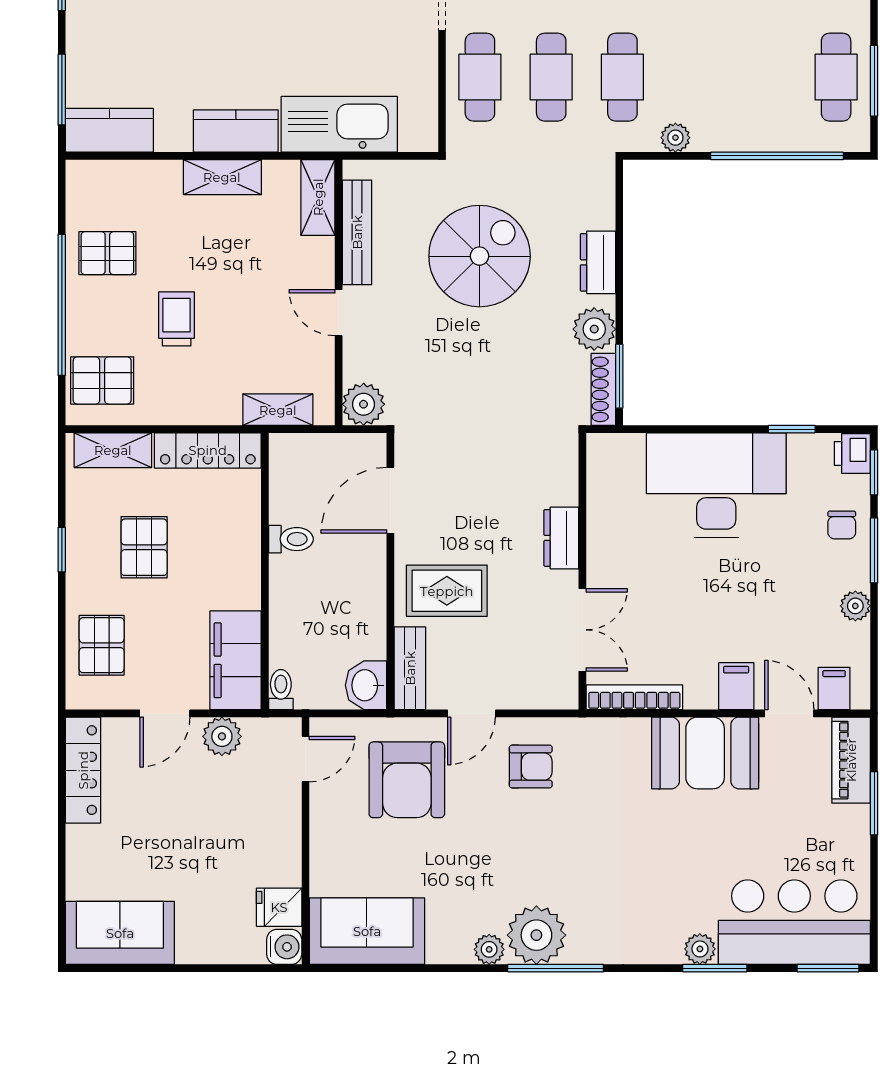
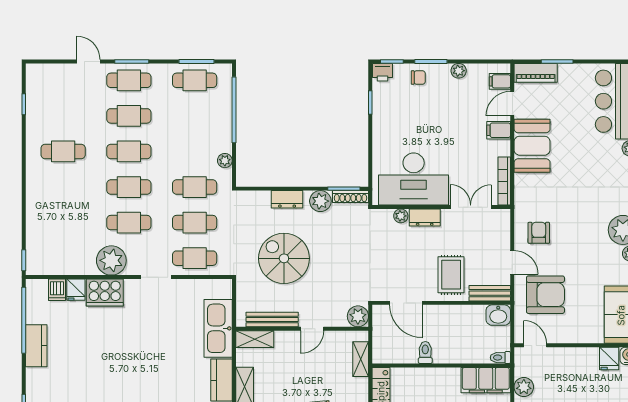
desk: (716, 485) -> (414, 179), moved, turned -90
plant: (565, 490) -> (401, 216), added

